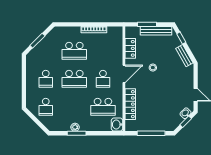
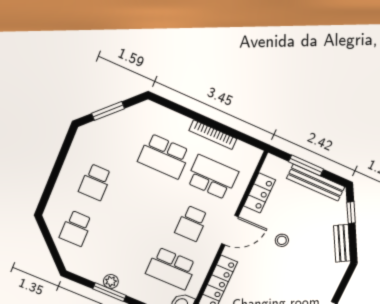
school desk: (74, 79) -> (212, 177), moved, turned 180

